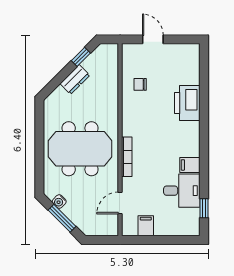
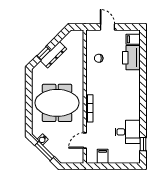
window: (81, 57) -> (44, 53), moved
dresser: (75, 79) -> (53, 55), width x1.44
printer: (187, 103) -> (131, 58), moved
filing cabinet: (190, 165) -> (133, 39), moved

